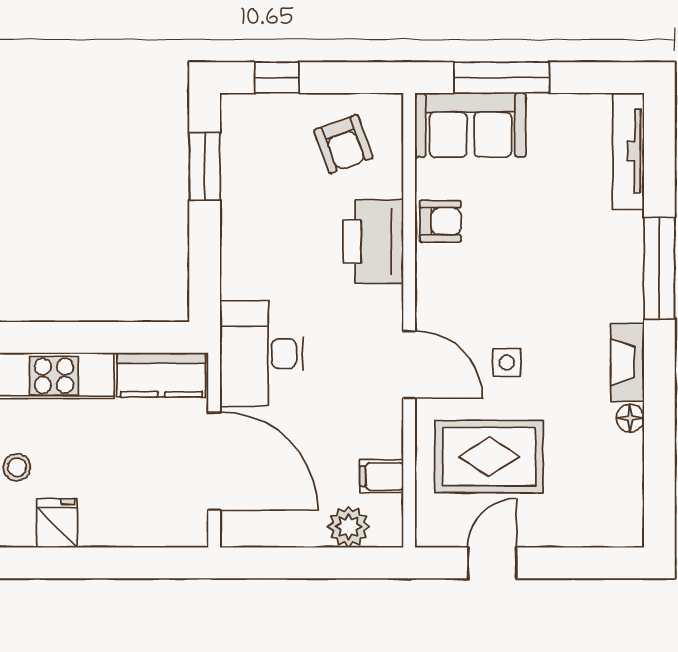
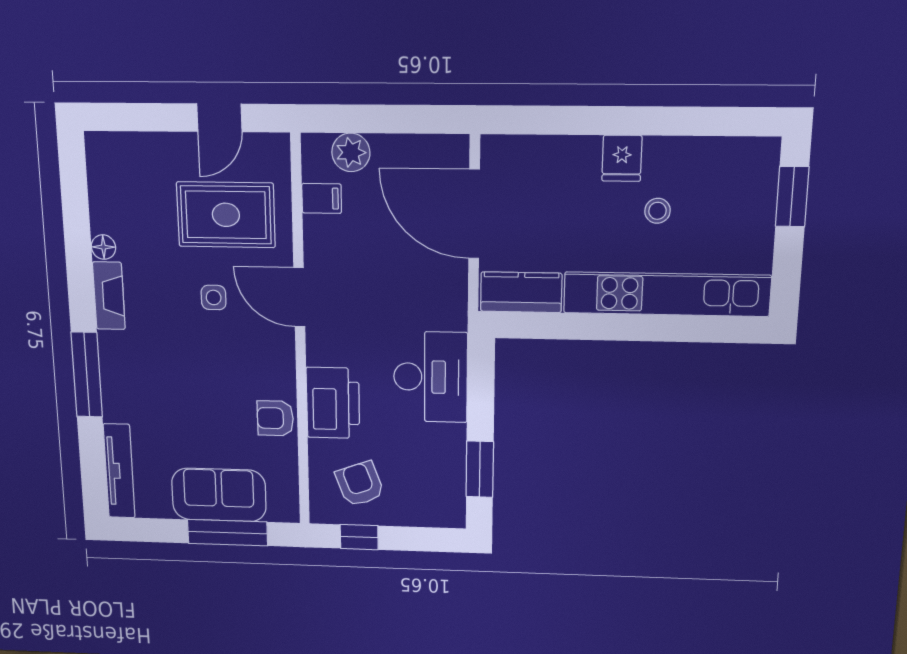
window: (277, 78) -> (359, 537), moved
sofa: (470, 125) -> (219, 495), moved
desk: (261, 354) -> (431, 377), moved

